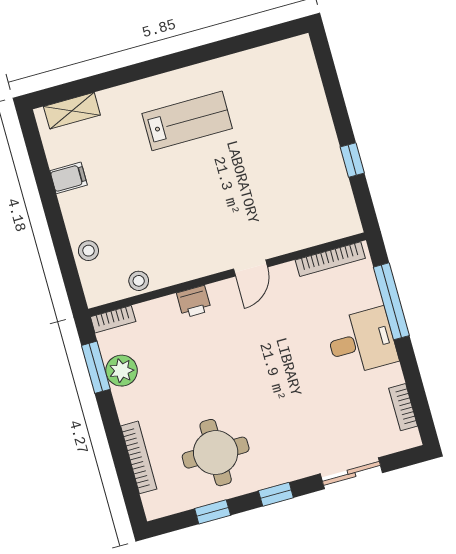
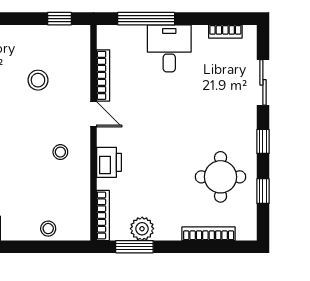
window: (352, 160) -> (59, 19), moved
stool: (275, 185) -> (38, 80), added
bookcase: (330, 259) -> (103, 75), moved
stool: (139, 281) -> (60, 152), moved
printer: (194, 302) -> (109, 162), width x1.36, depth x1.24
bookcase: (113, 319) -> (103, 216), width x1.56

